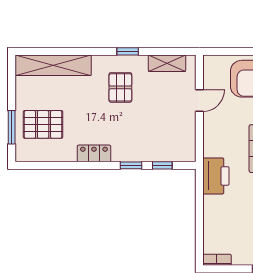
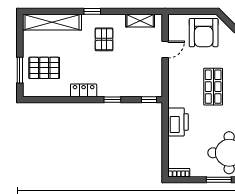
window: (128, 51) -> (92, 11), moved
window: (162, 165) -> (149, 100), moved
printer: (216, 176) -> (178, 122), moved

